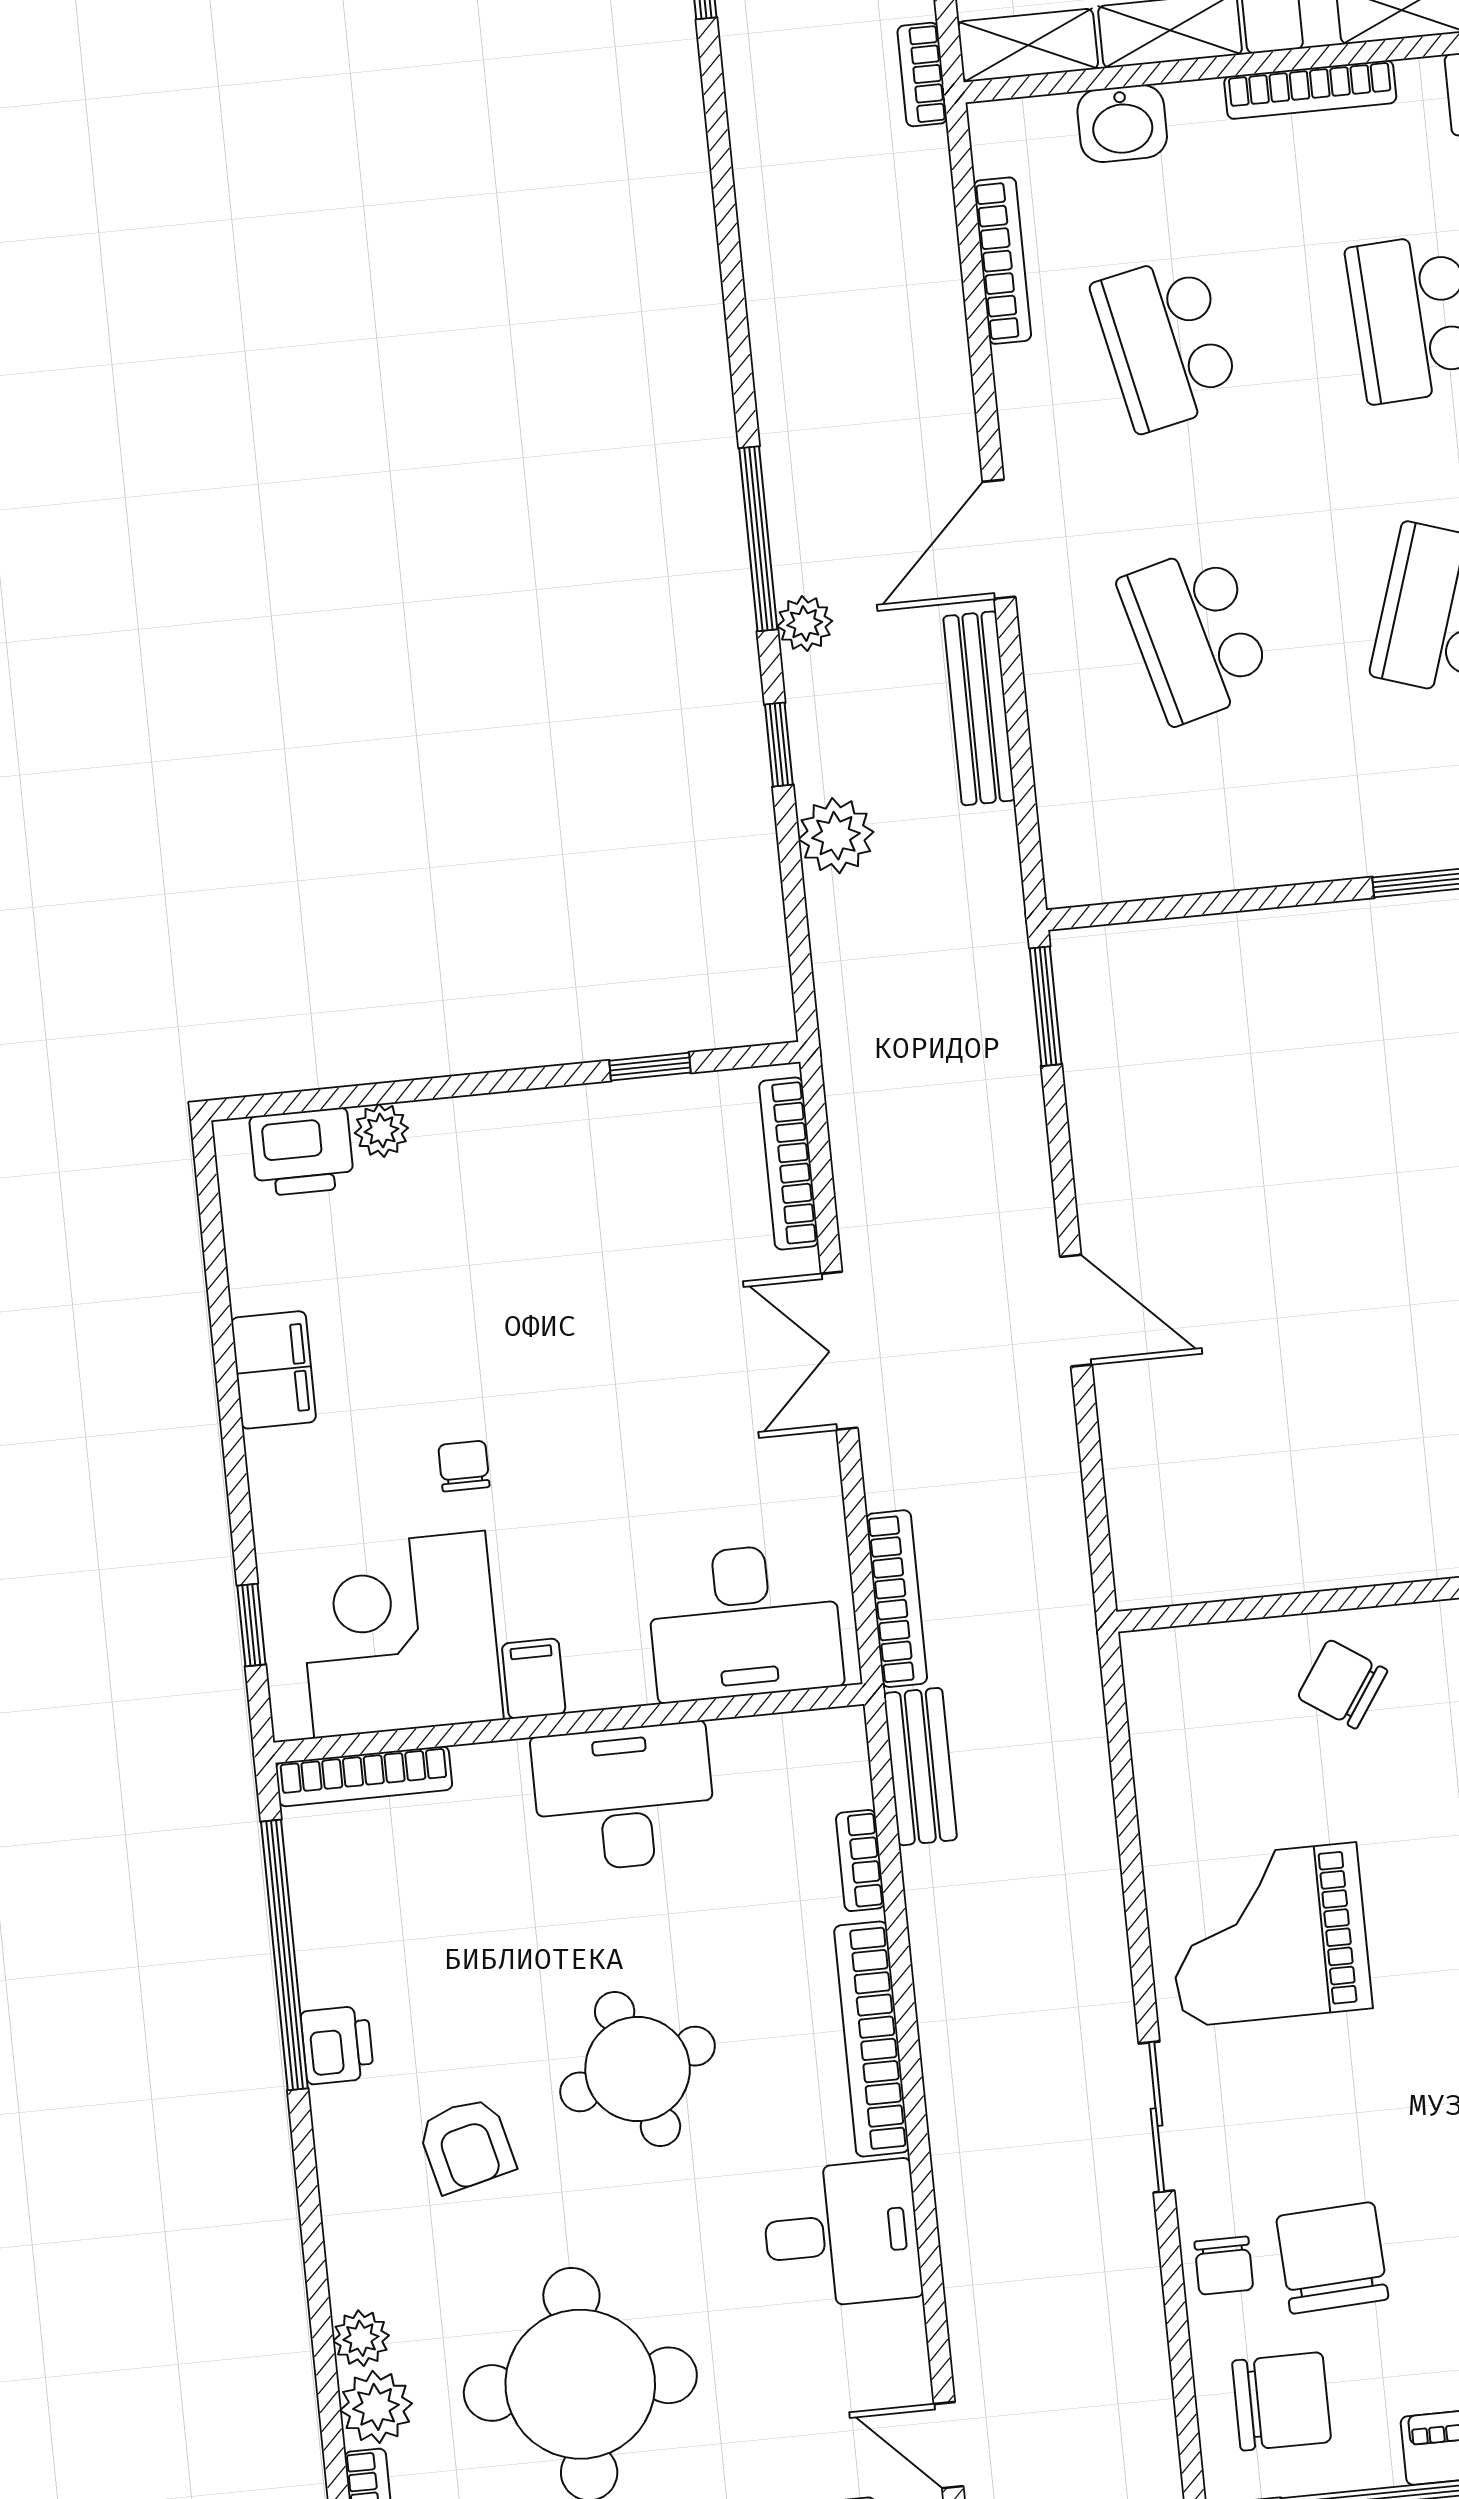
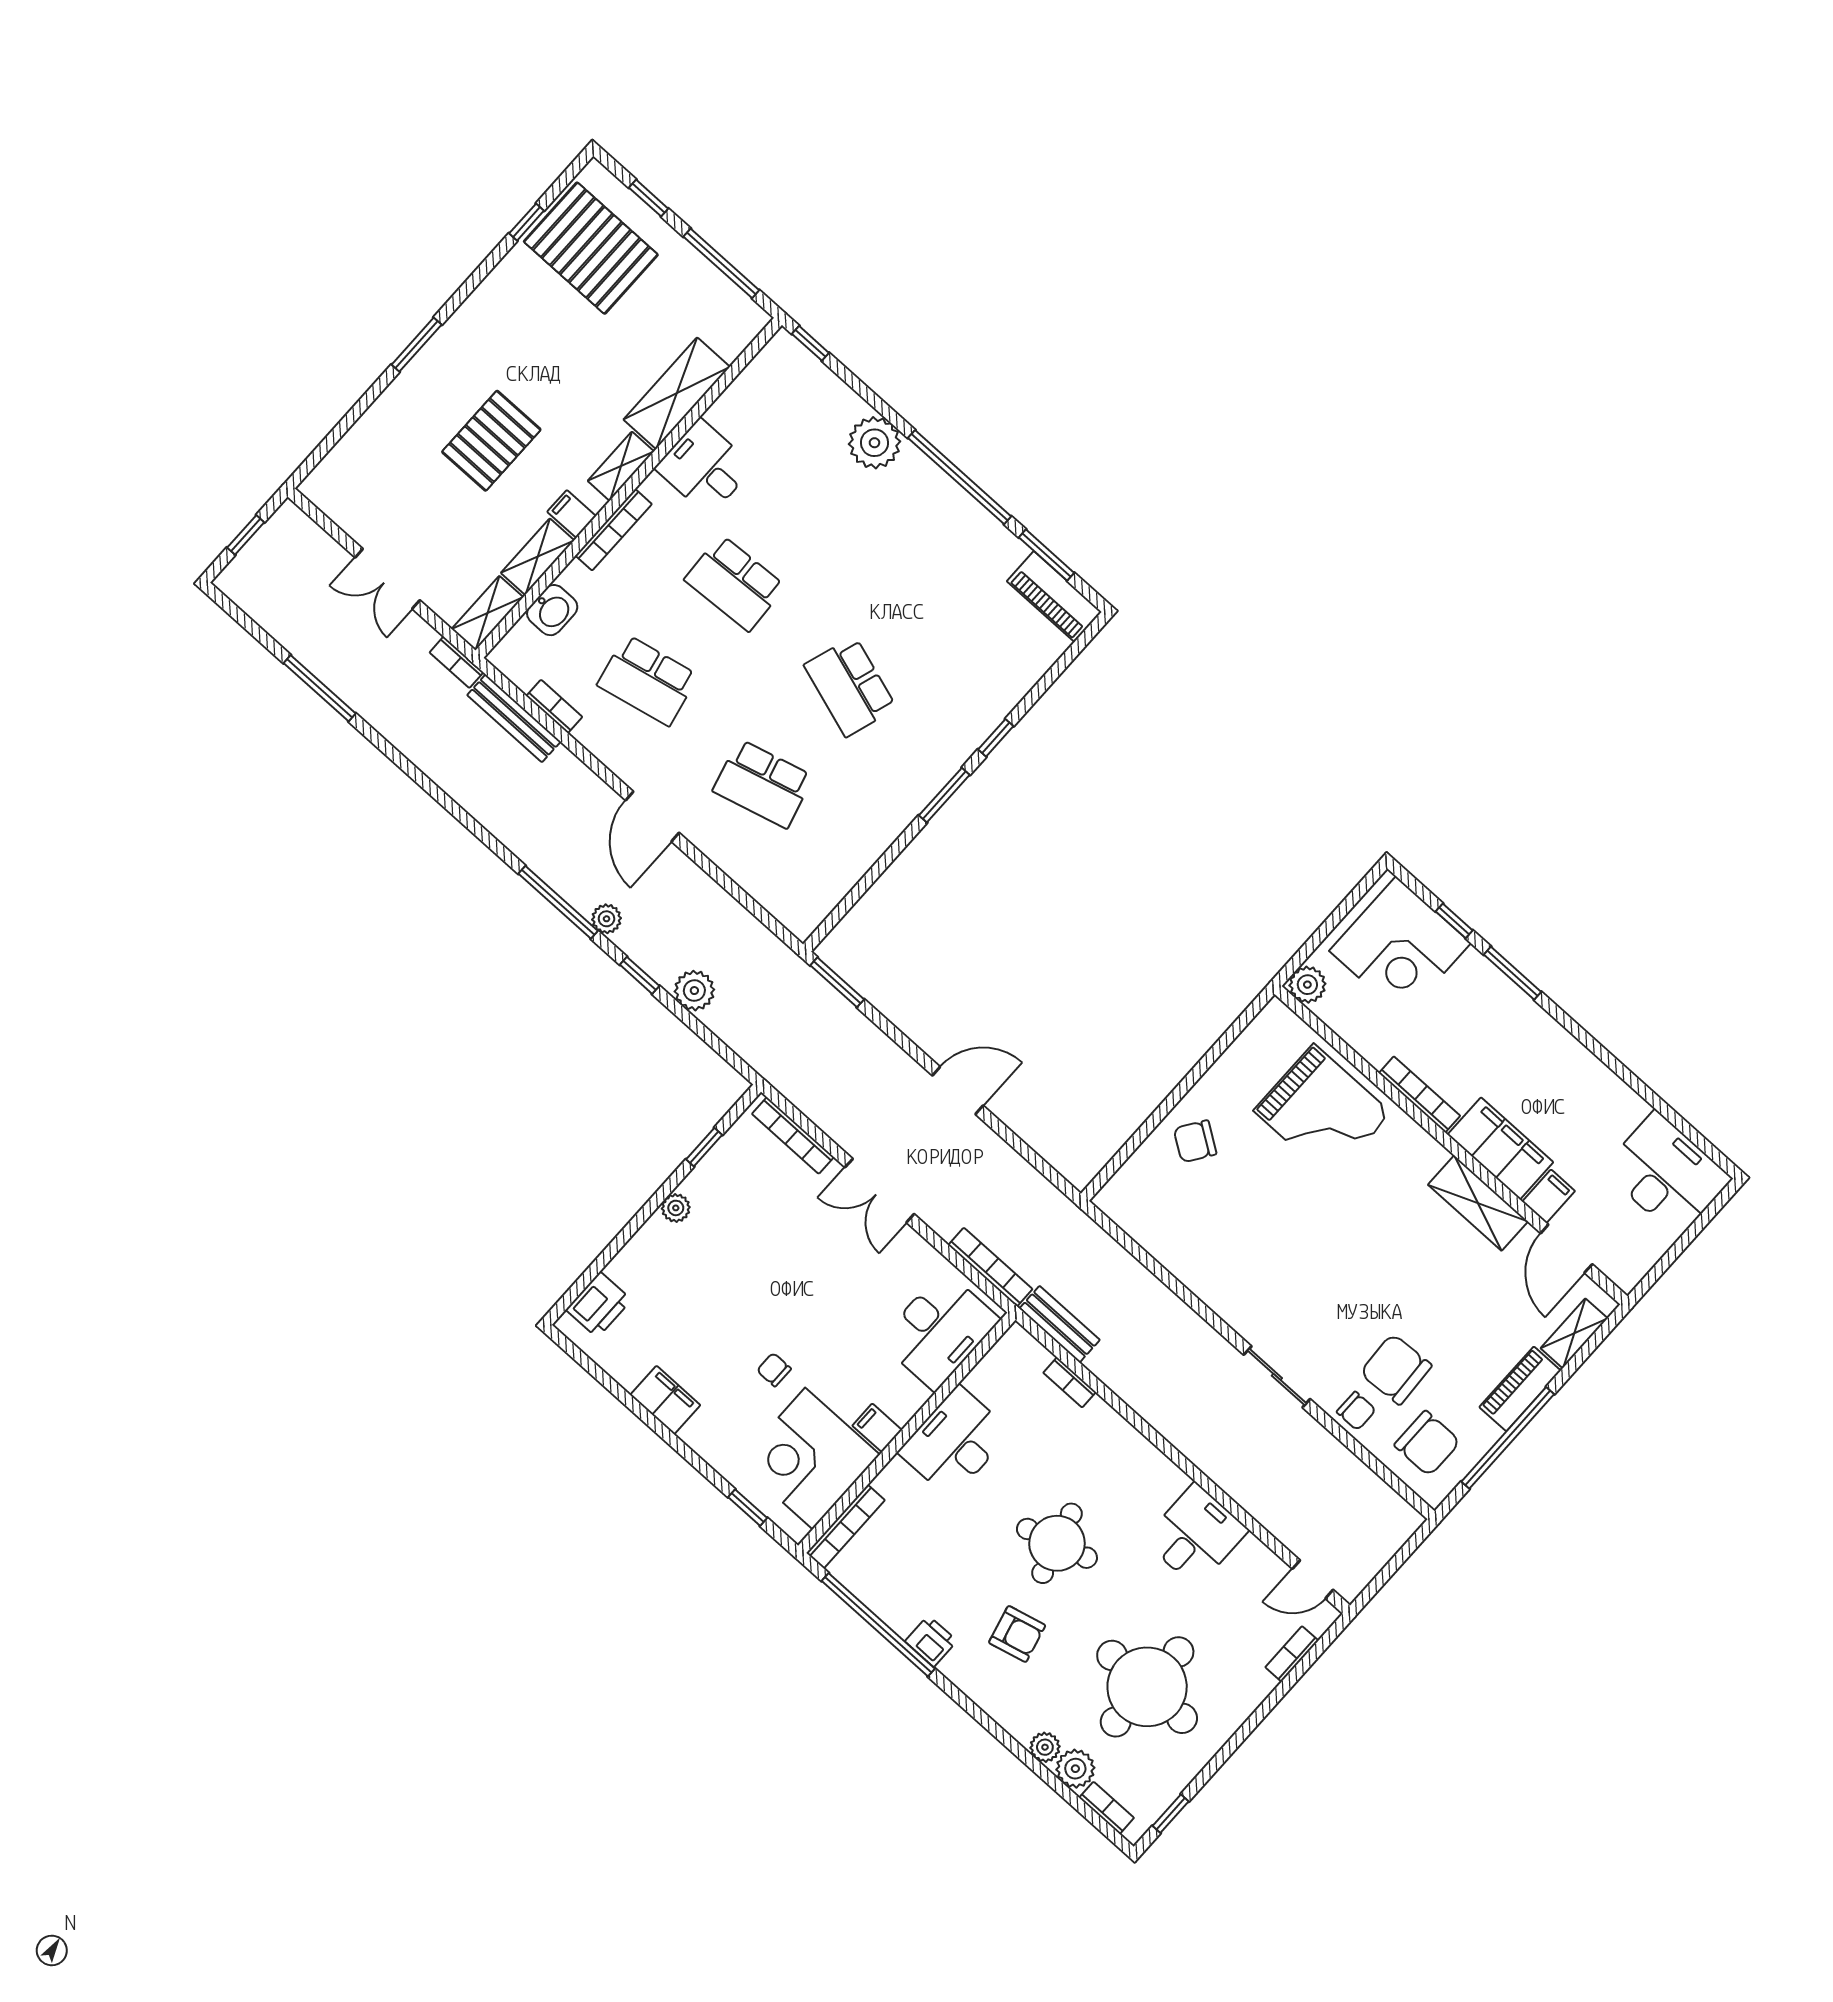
bookcase: (1002, 261) -> (554, 706), width x0.64
bench: (979, 708) -> (514, 718), moved
plant: (381, 1130) -> (676, 1208), moved
grand piano: (1268, 1935) -> (1256, 1266), removed
bookcase: (871, 2039) -> (1138, 1448), removed
chair: (1282, 2401) -> (1427, 1443), turned 90

